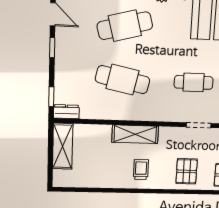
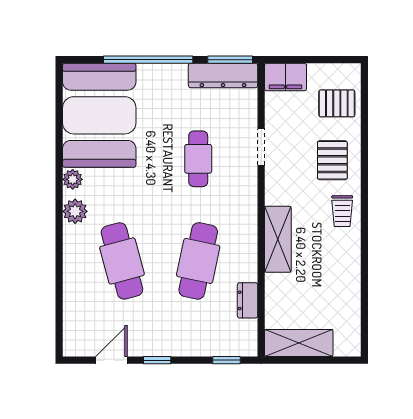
dresser: (66, 112) -> (248, 300), moved
trolley: (141, 170) -> (342, 211), moved, turned -90
pallet: (187, 171) -> (332, 160), turned 90

